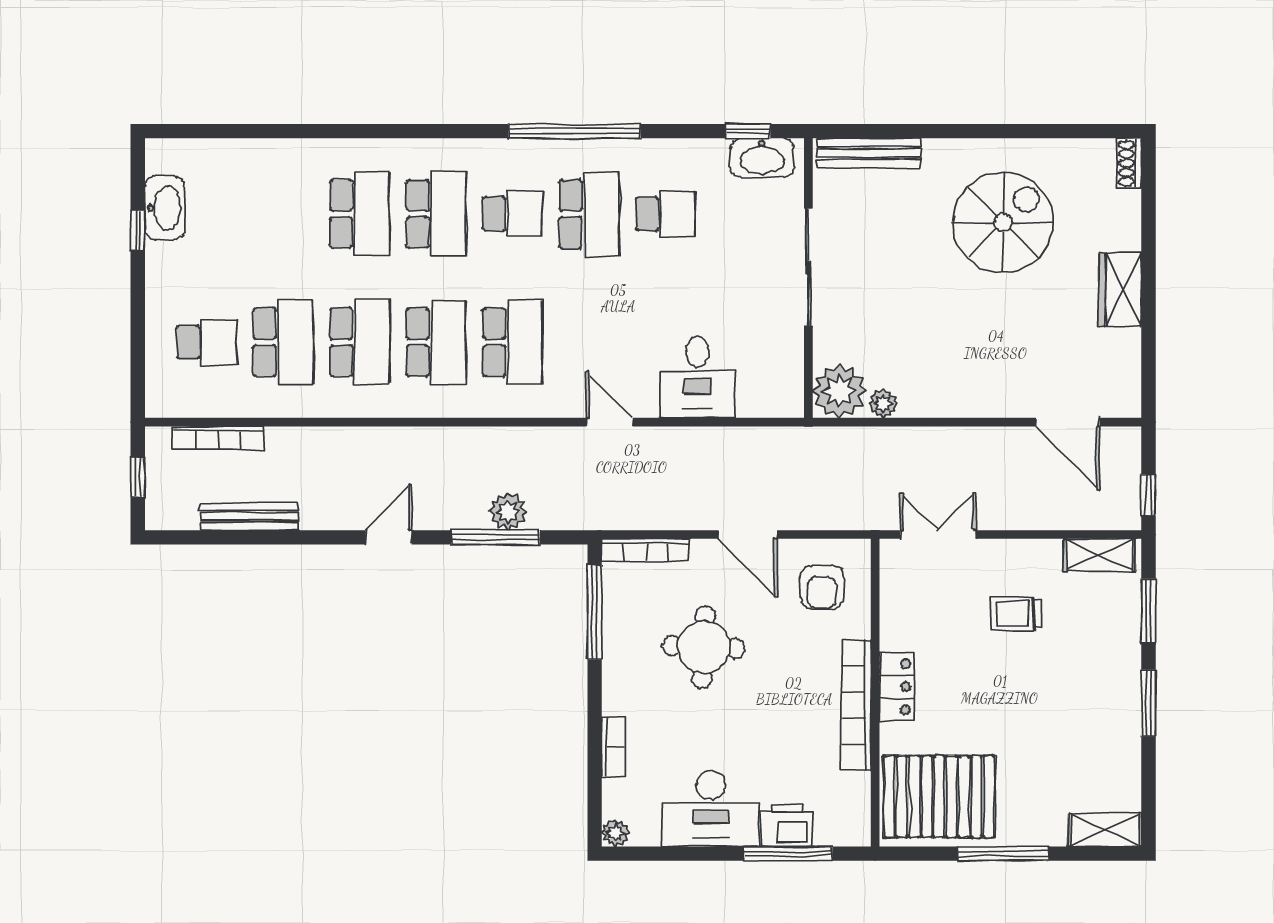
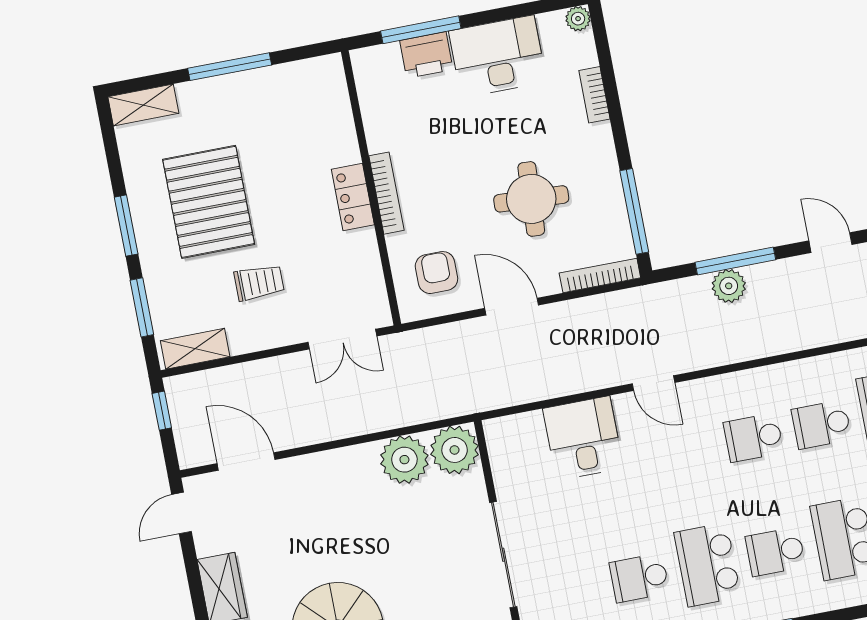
school desk: (436, 342) -> (821, 424), width x0.54
school desk: (513, 342) -> (753, 438), width x0.54
door: (1149, 380) -> (181, 513), added
plant: (883, 404) -> (404, 460), width x1.87, depth x1.87
door: (389, 537) -> (830, 243), swing flipped
bookcase: (856, 705) -> (386, 193), width x0.68, depth x0.76
pallet: (939, 797) -> (209, 202), moved, turned 90

